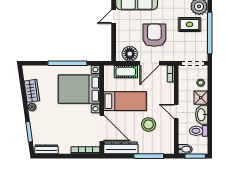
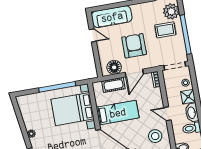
door: (114, 17) -> (93, 35), swing flipped
wardrobe: (32, 91) -> (28, 119), removed
stool: (149, 124) -> (155, 136), moved

